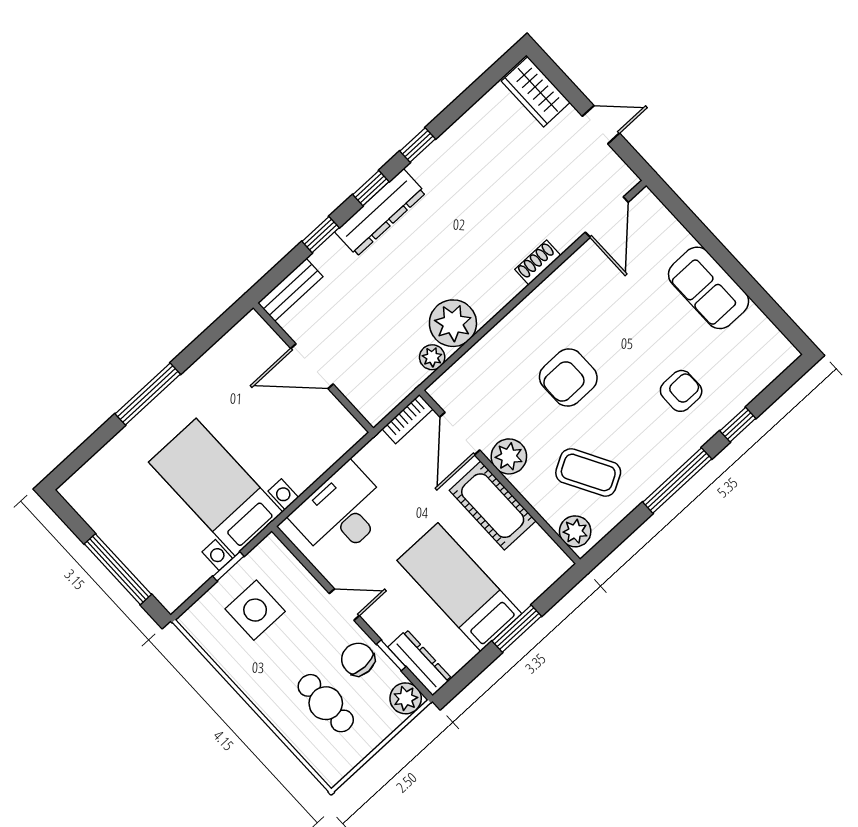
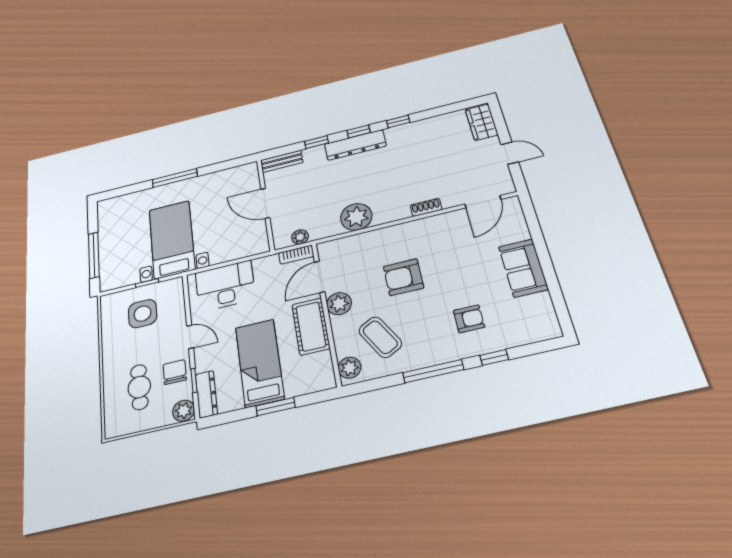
plant: (432, 357) -> (300, 237), moved

